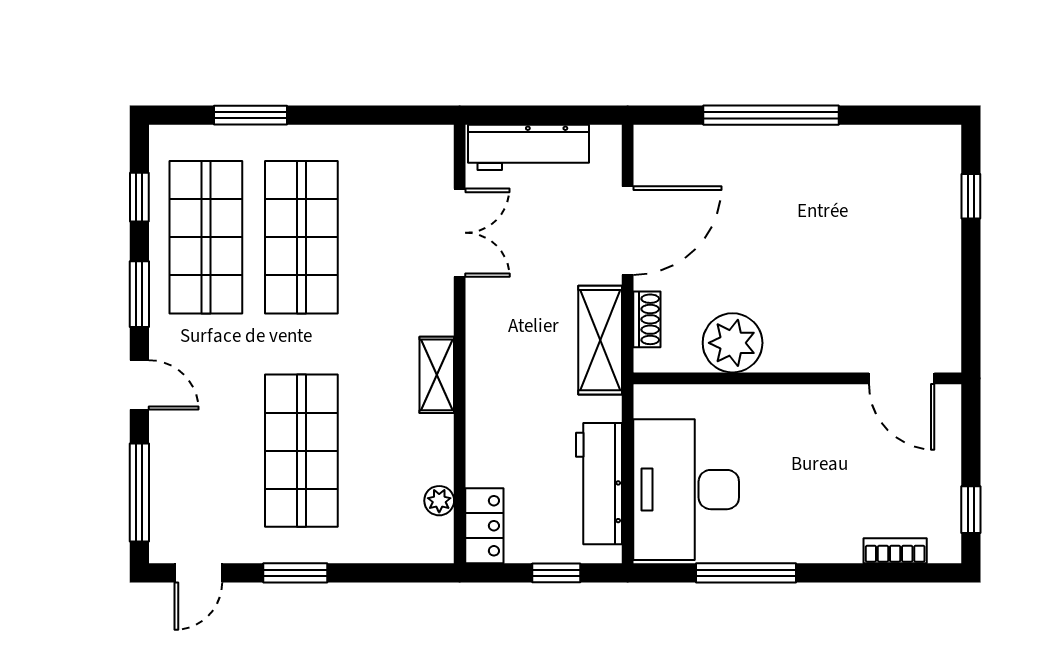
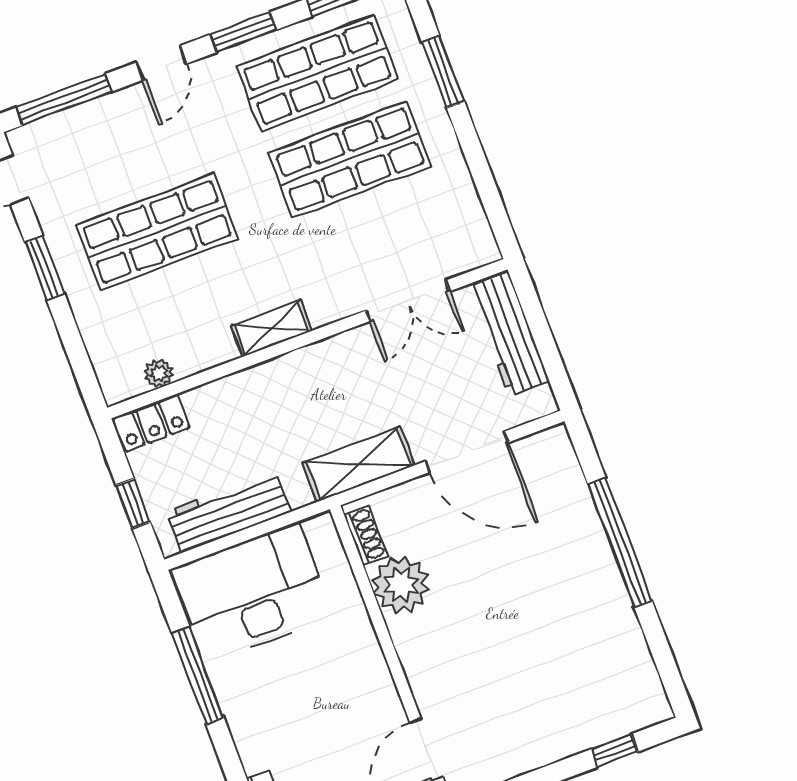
shoe rack: (647, 319) -> (366, 535), moved, turned -90

